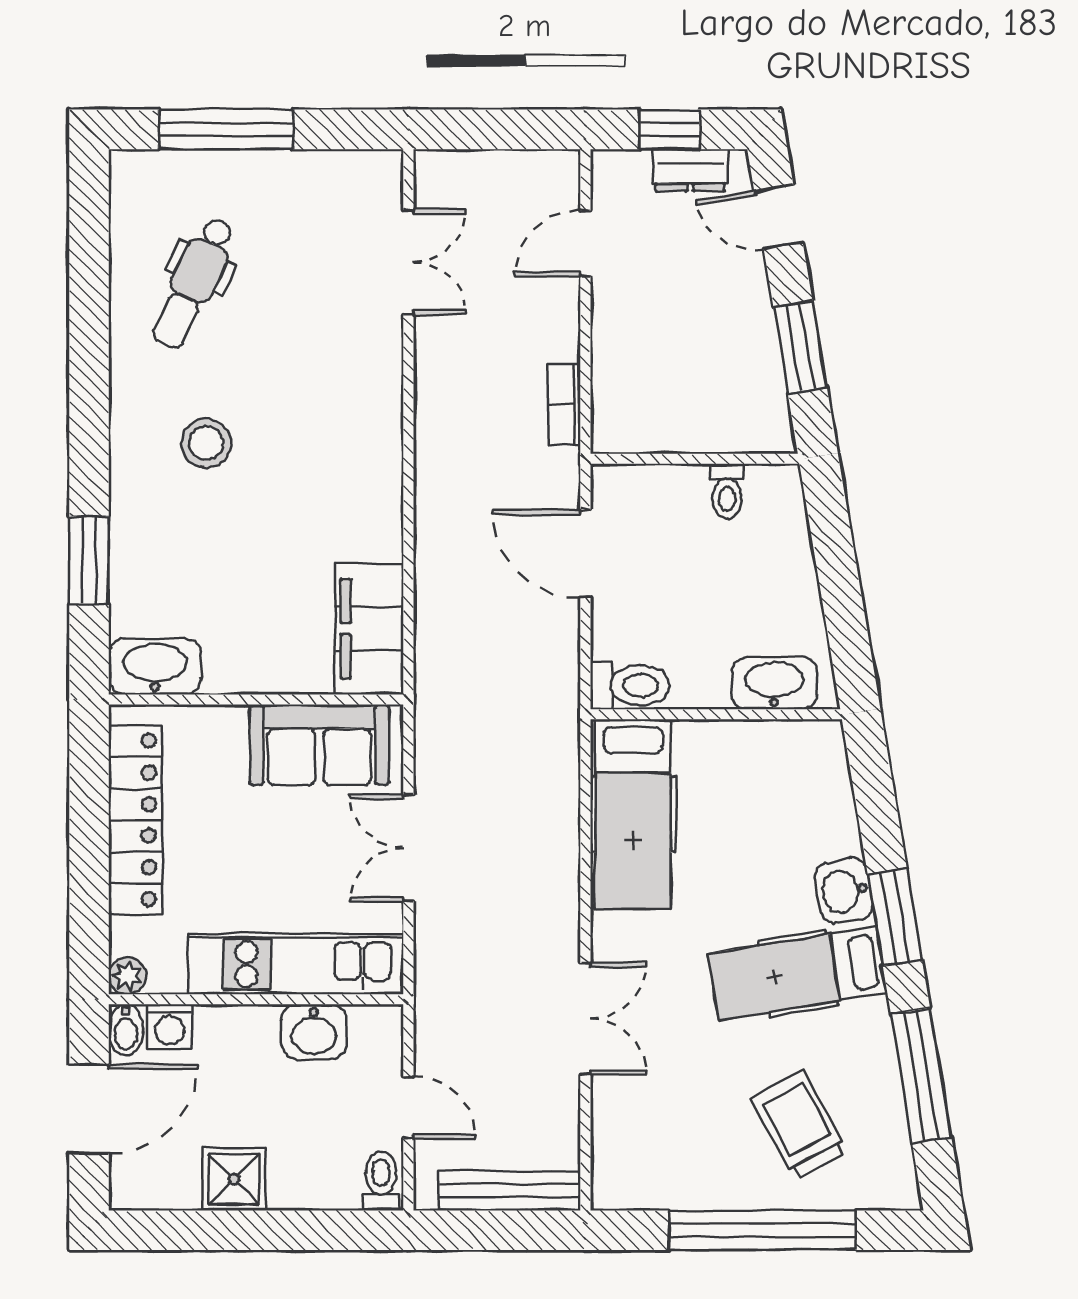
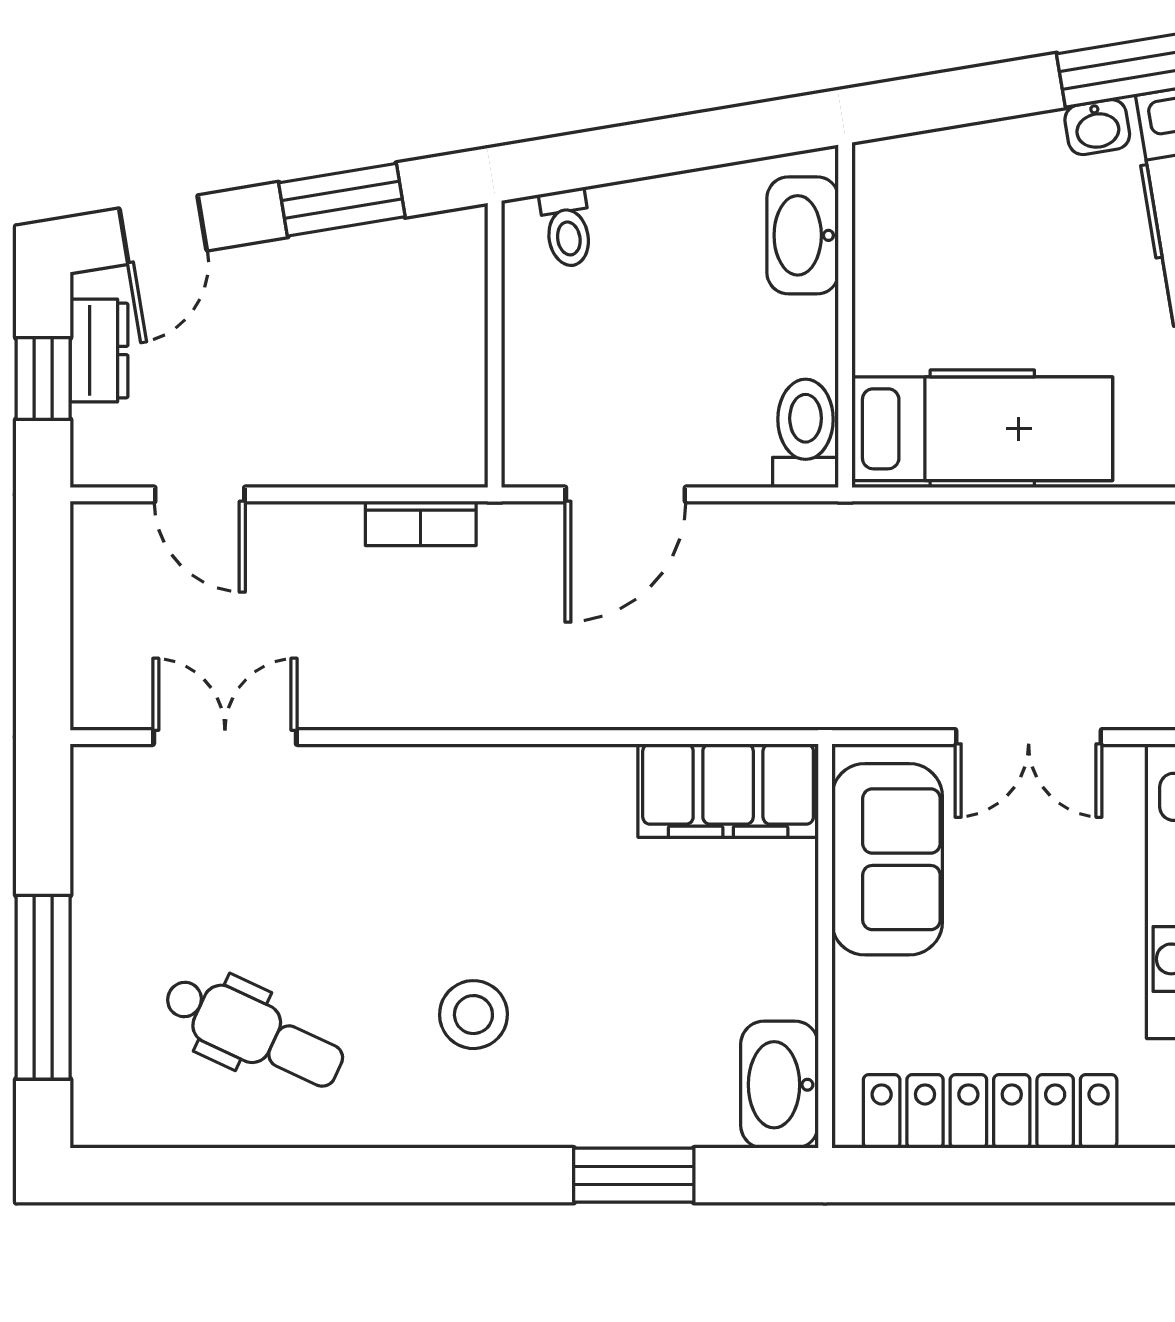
toilet: (727, 491) -> (567, 228), moved, turned 81
washbasin: (844, 891) -> (1097, 127), width x0.72, depth x0.69

